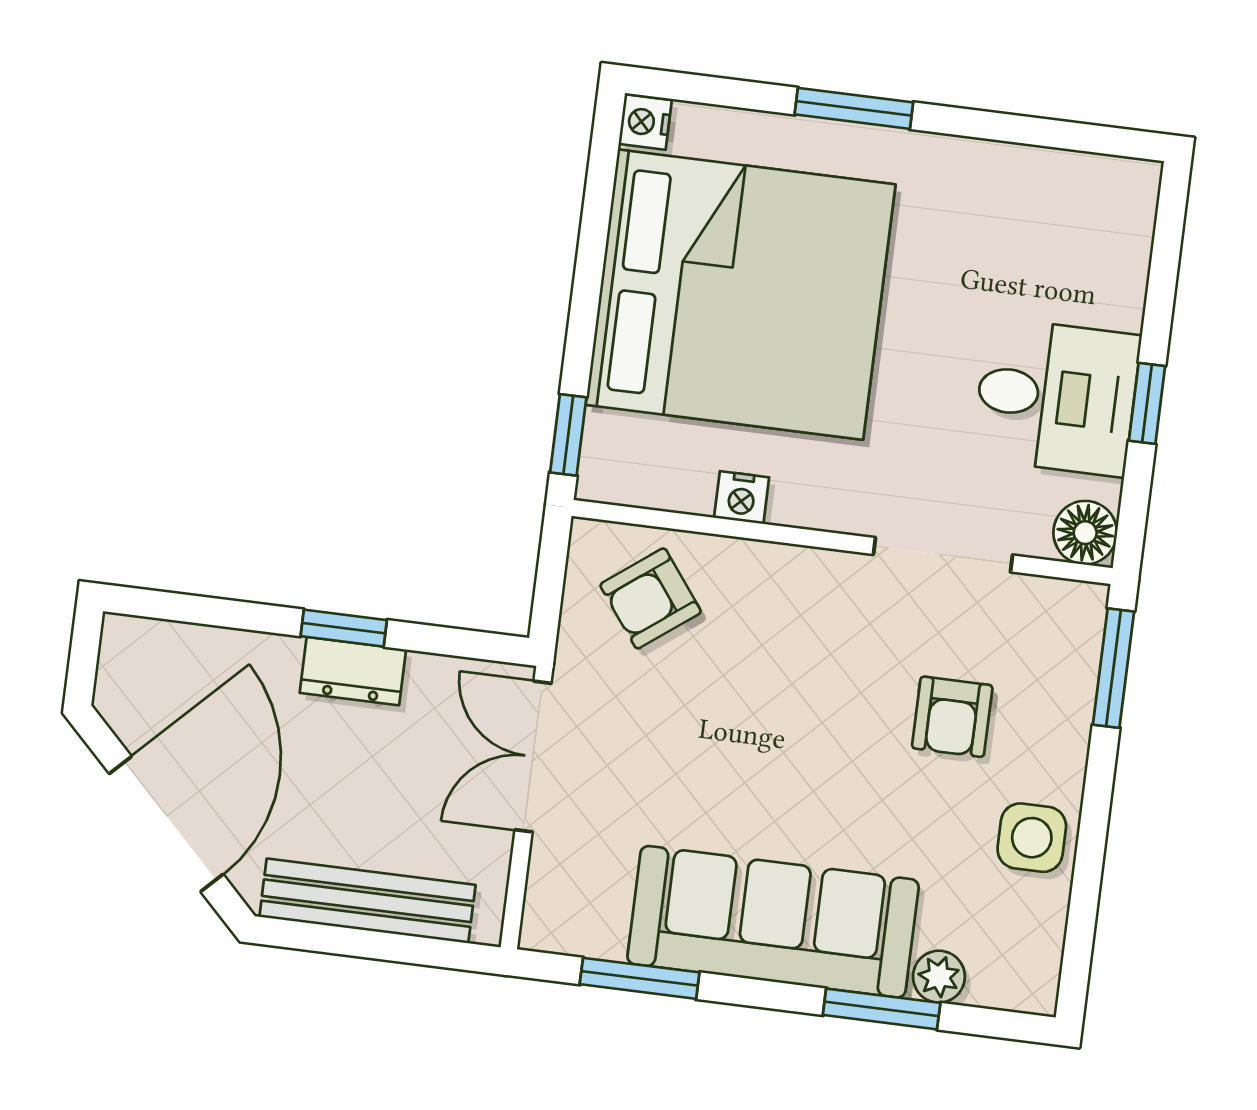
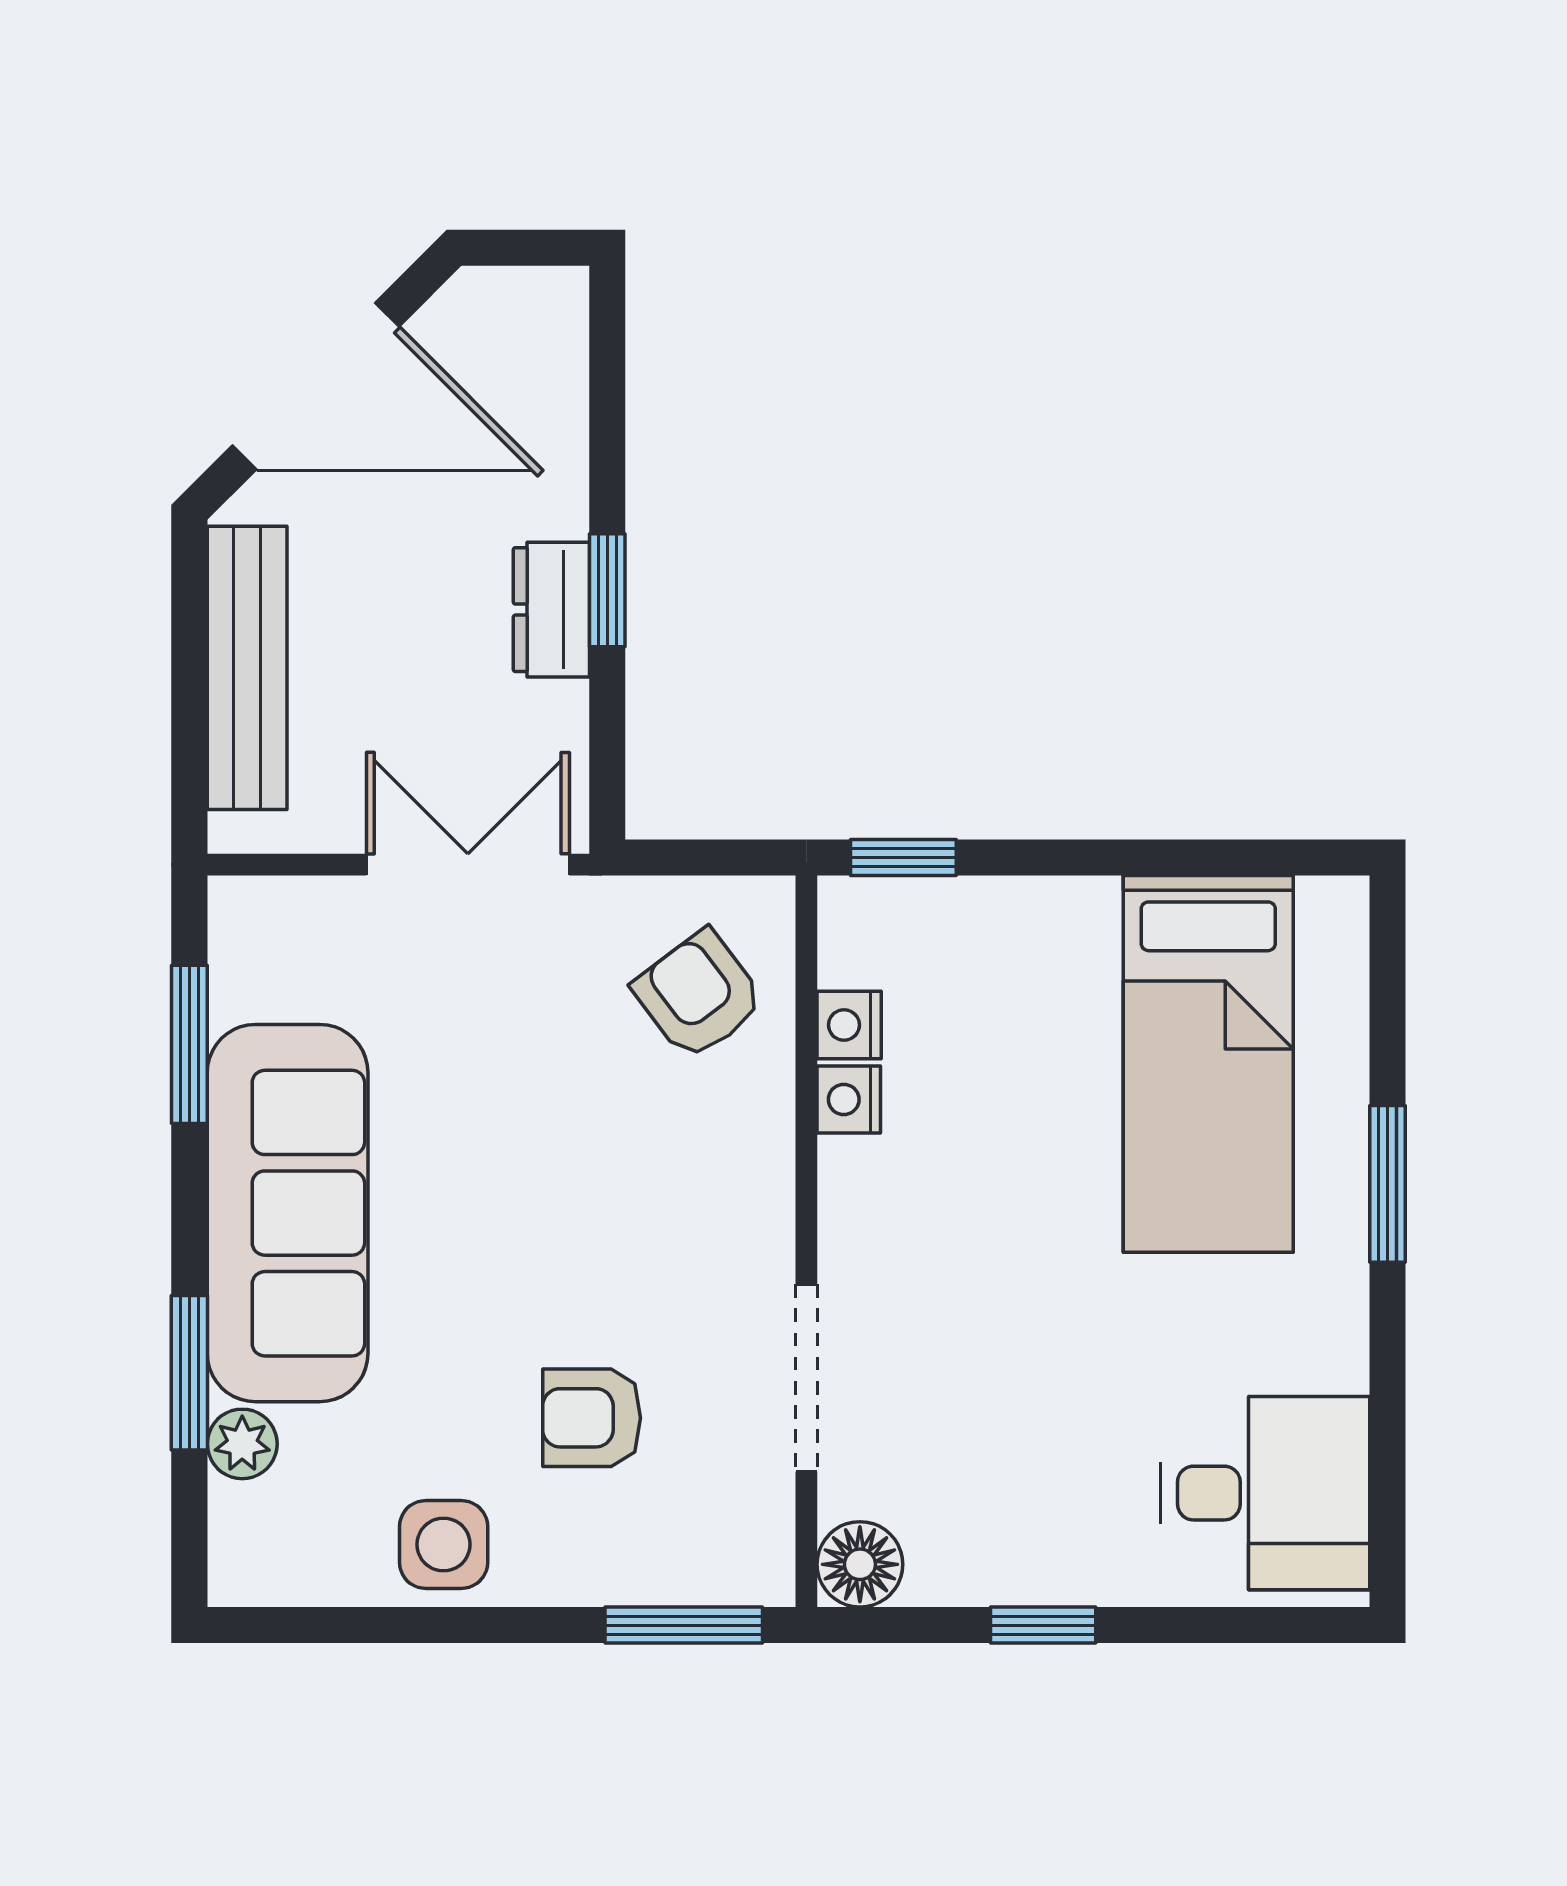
nightstand: (645, 122) -> (849, 1025), moved, turned -90
bed: (741, 295) -> (1208, 1064), width x0.49
desk: (1056, 397) -> (1265, 1493), moved, turned -90

